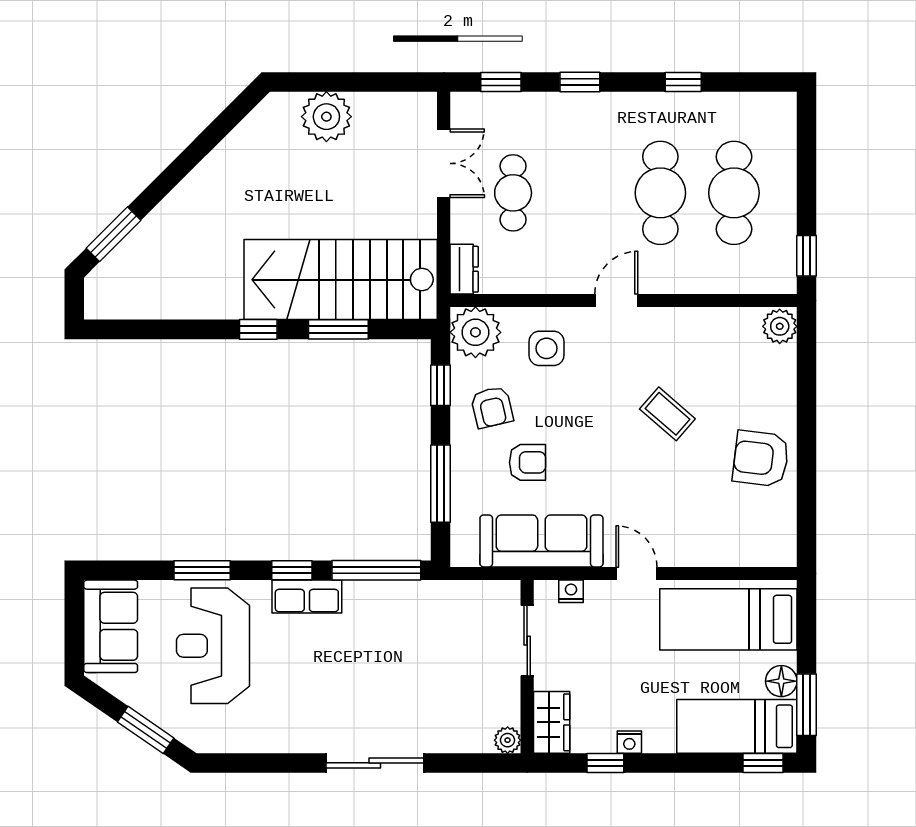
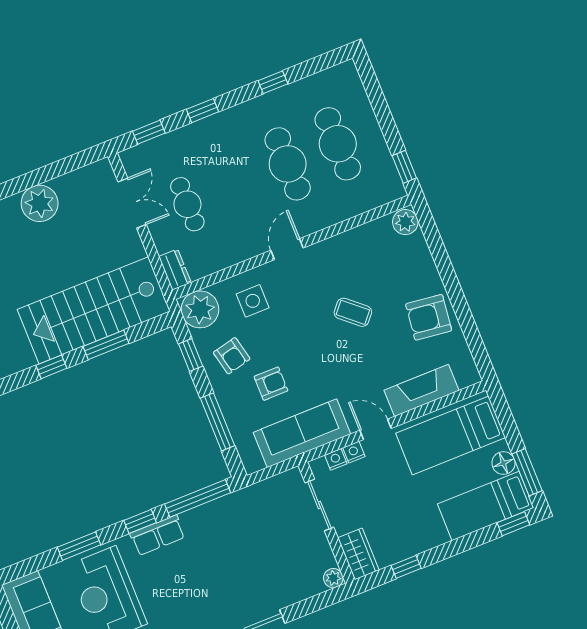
fireplace: (715, 548) -> (422, 390), added
nightstand: (629, 742) -> (354, 452), moved, turned 180

